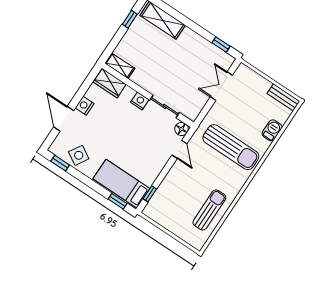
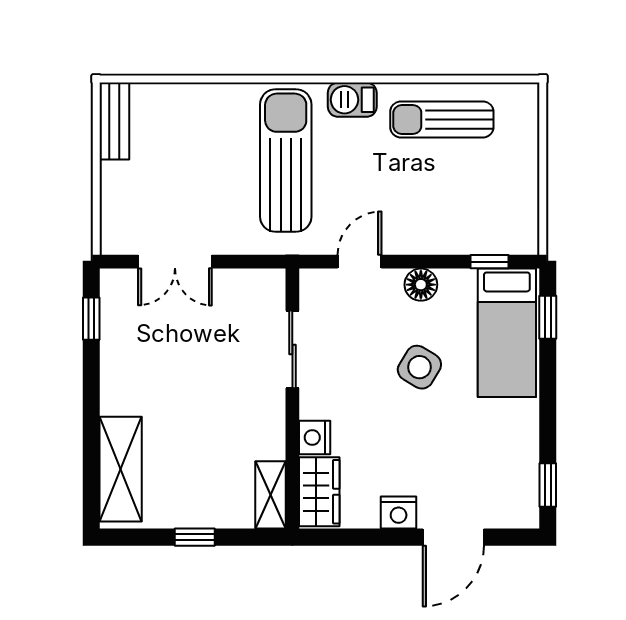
window: (130, 19) -> (195, 537), moved
nightstand: (140, 101) -> (315, 437), moved
floor lamp: (182, 129) -> (421, 285), moved
barbecue: (272, 130) -> (352, 100), moved
side table: (79, 155) -> (419, 367), moved

